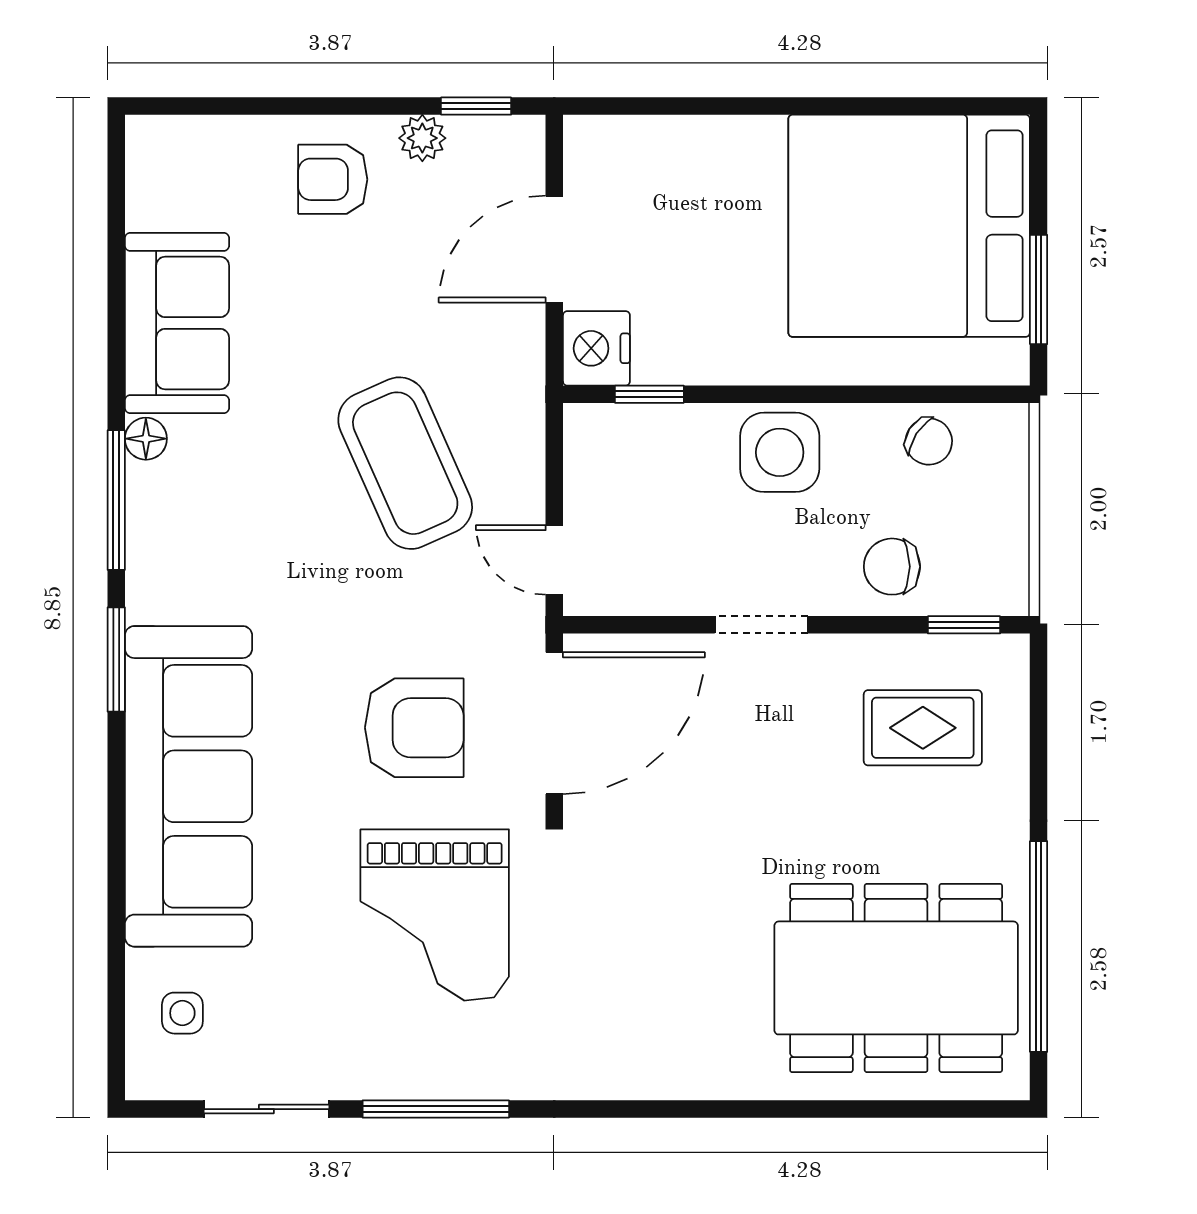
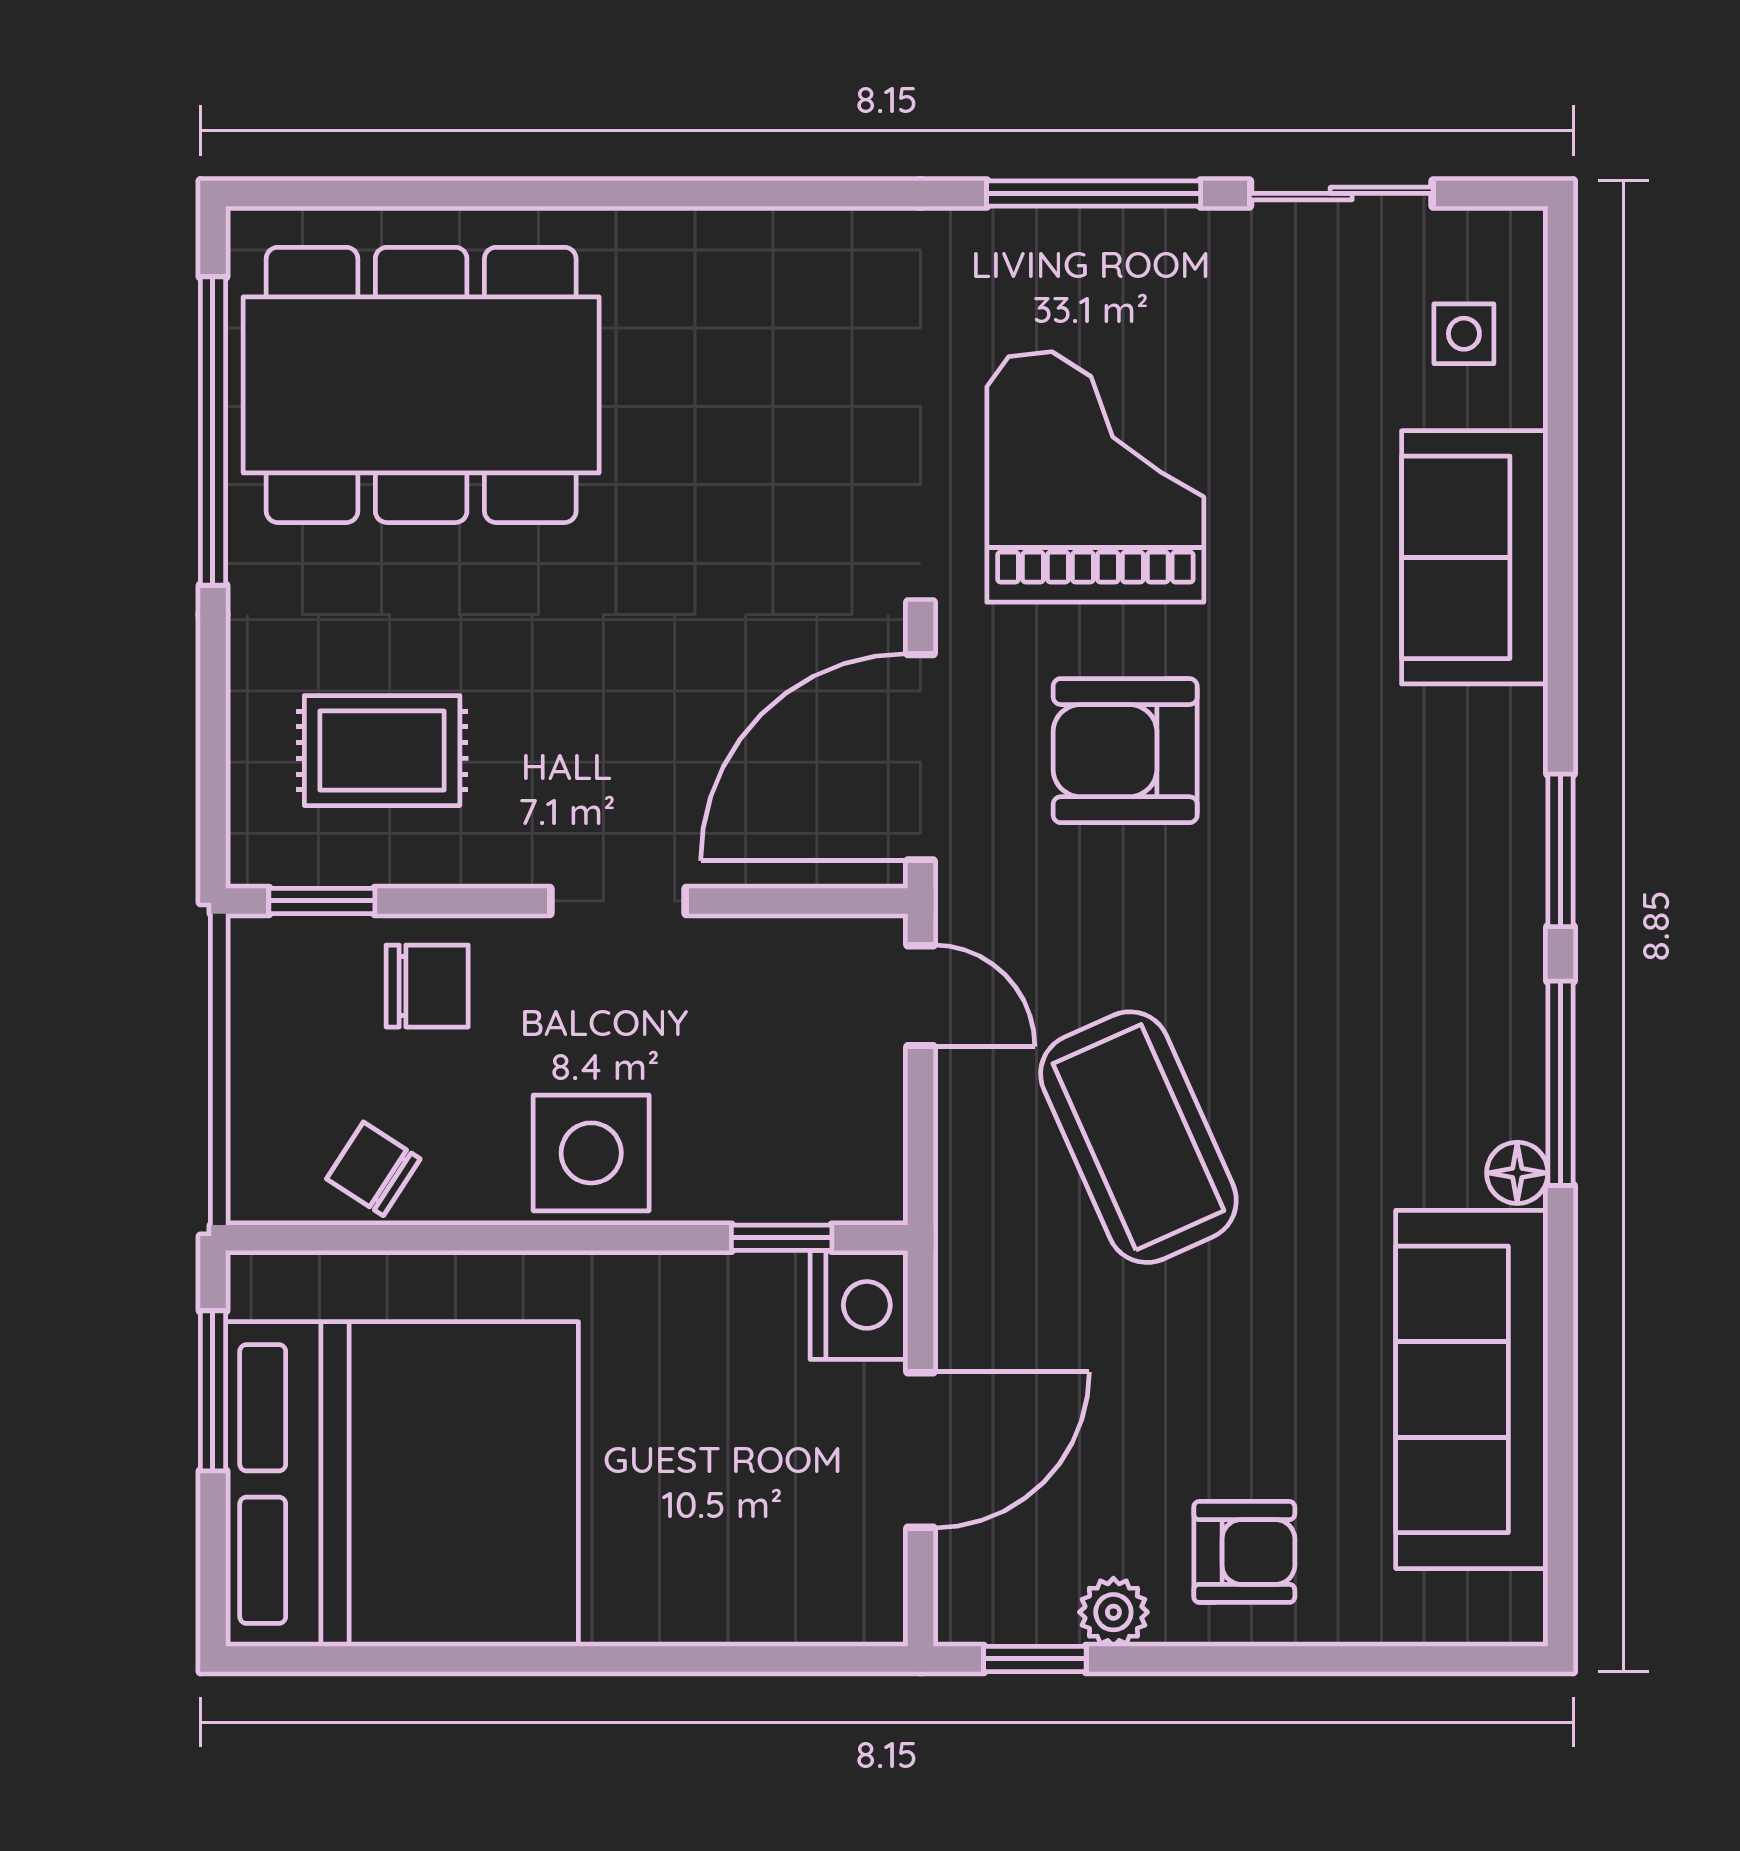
sofa: (177, 323) -> (1472, 1389), width x1.36
sofa: (189, 786) -> (1475, 557), width x0.54, depth x0.79

